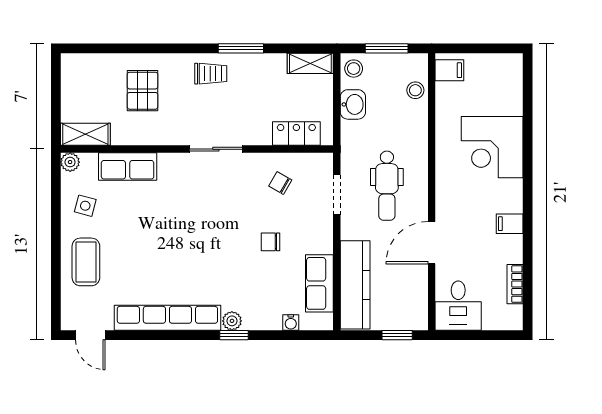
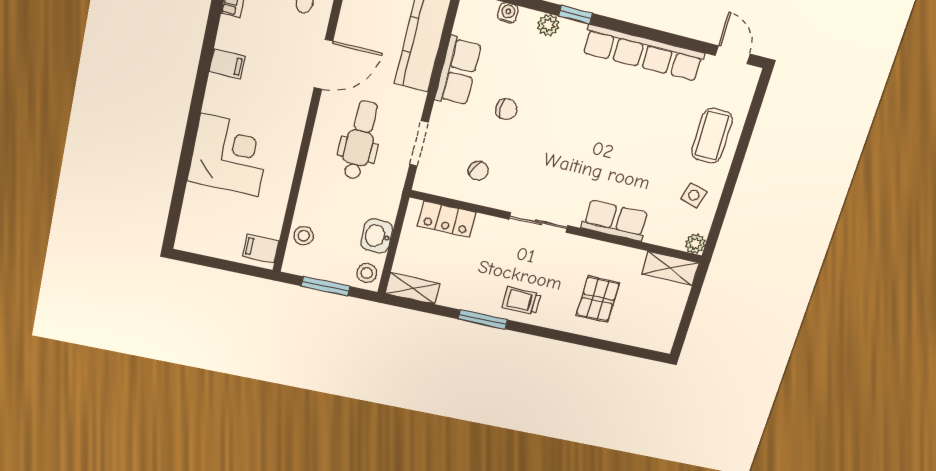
row of seats: (128, 166) -> (615, 221), moved
row of seats: (319, 283) -> (458, 71), moved
plant: (232, 321) -> (548, 25), moved

